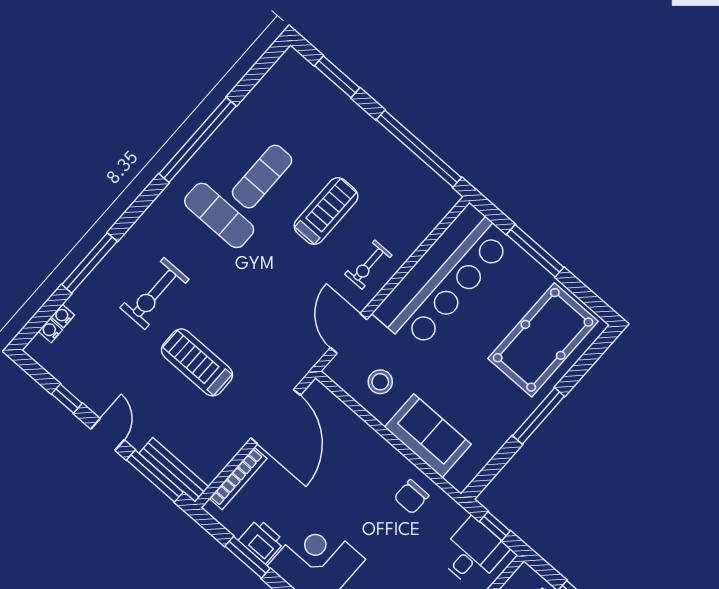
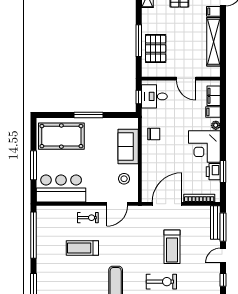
exercise mat: (262, 177) -> (90, 280), removed
bar counter: (443, 278) -> (61, 188), width x0.73

